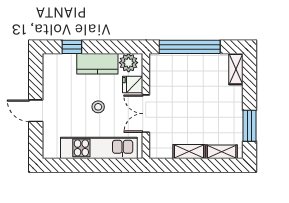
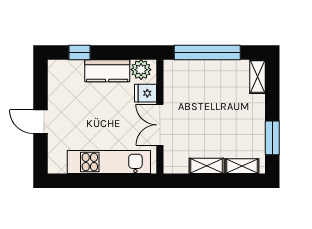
stool: (98, 107) -> (108, 117), removed

